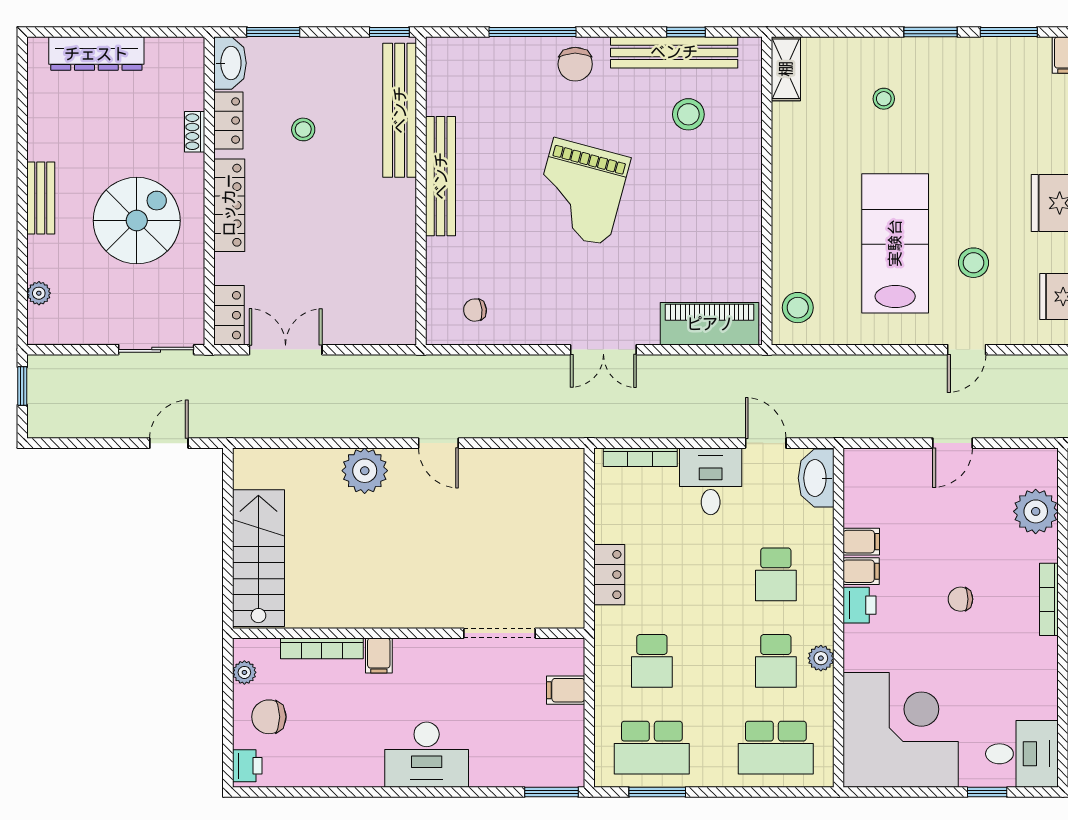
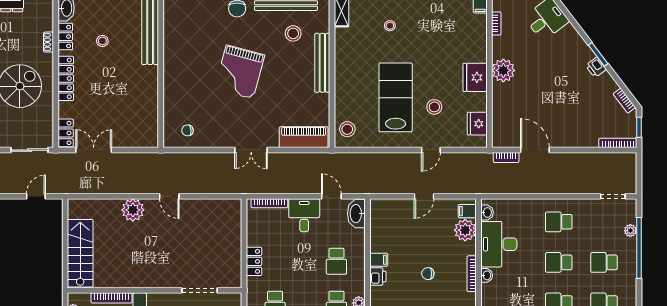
bench: (441, 176) -> (322, 63), moved
filing cabinet: (861, 542) -> (467, 211), moved, turned 180

